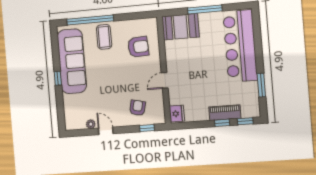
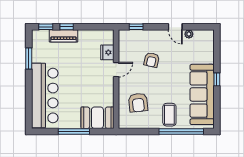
armchair: (138, 47) -> (138, 103), turned -93
armchair: (137, 108) -> (152, 60), moved
fridge: (177, 114) -> (107, 52), moved

